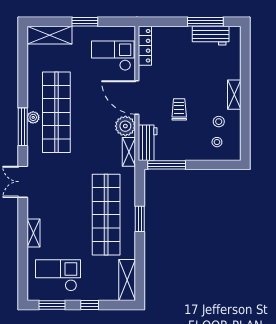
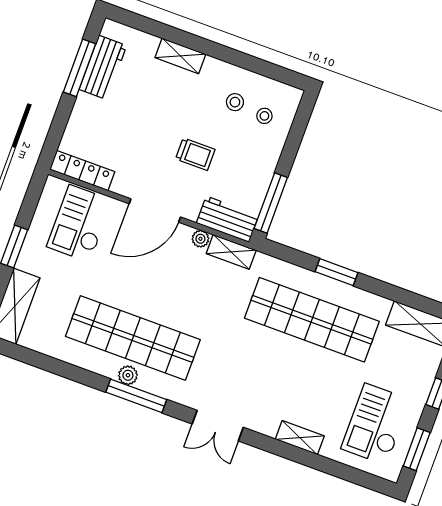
shelving: (234, 95) -> (180, 56), moved
trolley: (179, 109) -> (195, 154), turned 180
plant: (125, 126) -> (200, 239), width x0.53, depth x0.53

